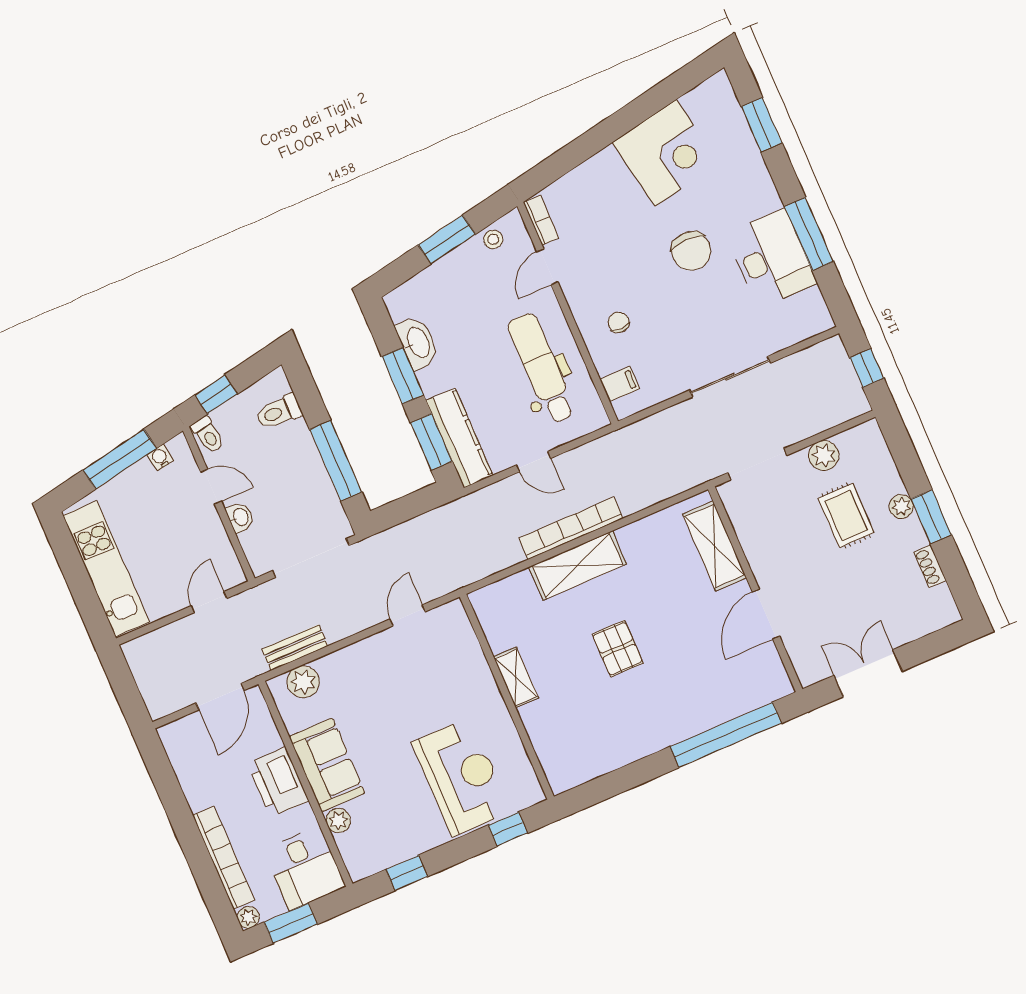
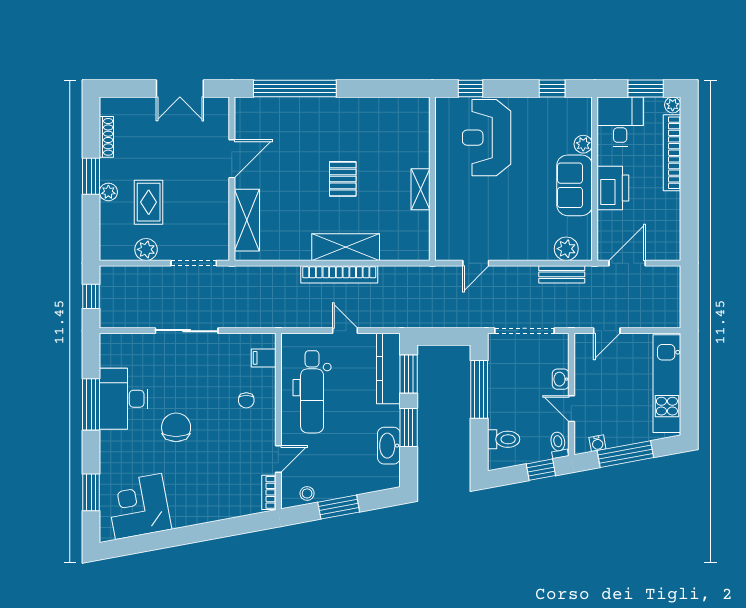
corner desk: (666, 153) -> (139, 506), moved
shoe rack: (930, 566) -> (106, 137), width x1.43

